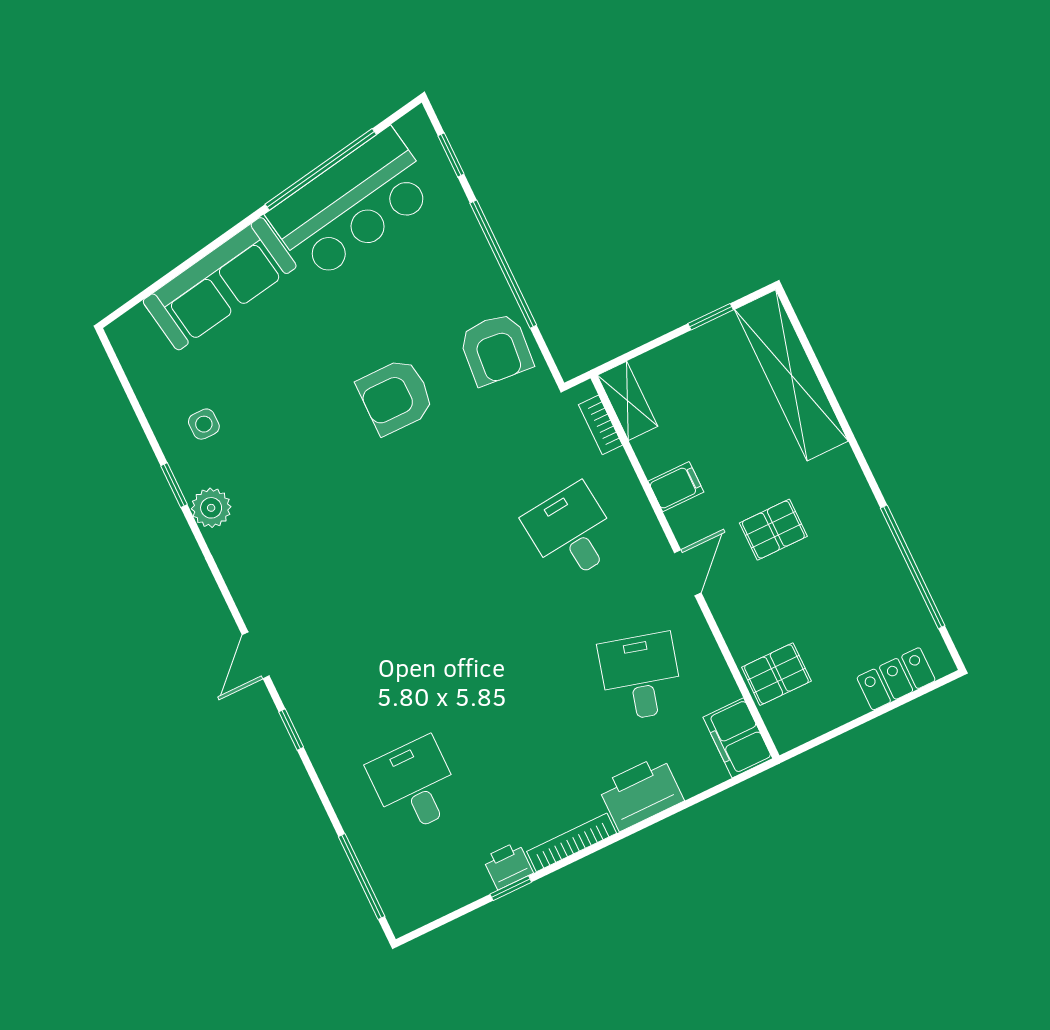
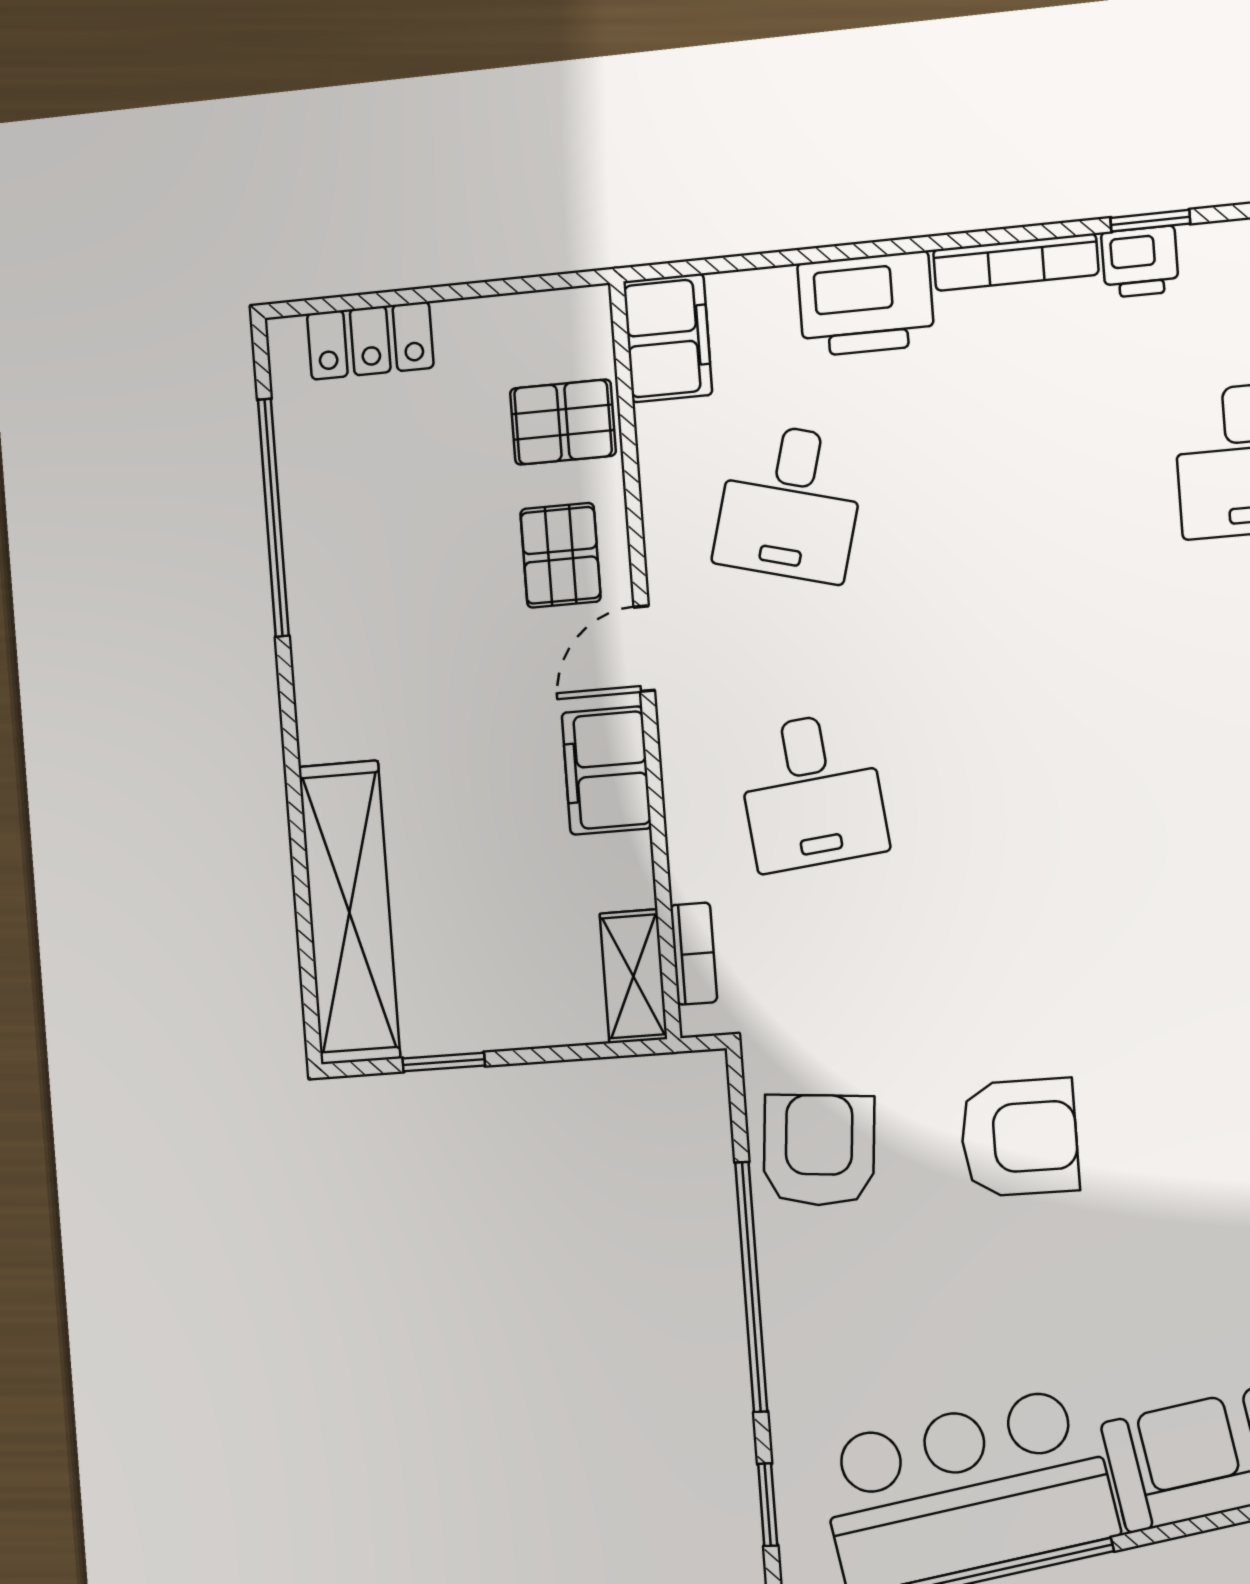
filing cabinet: (676, 487) -> (606, 771), width x2.00
pallet: (773, 530) -> (561, 555), moved, turned 90

